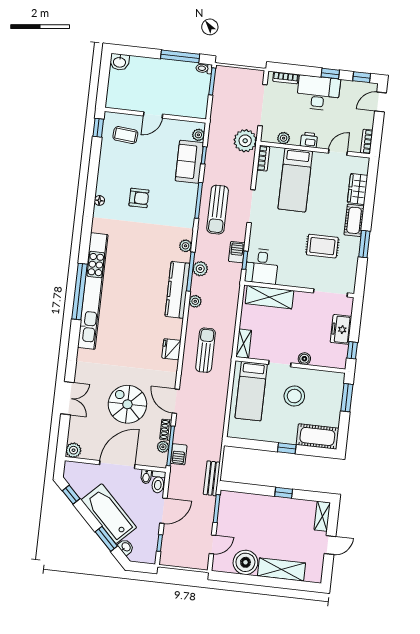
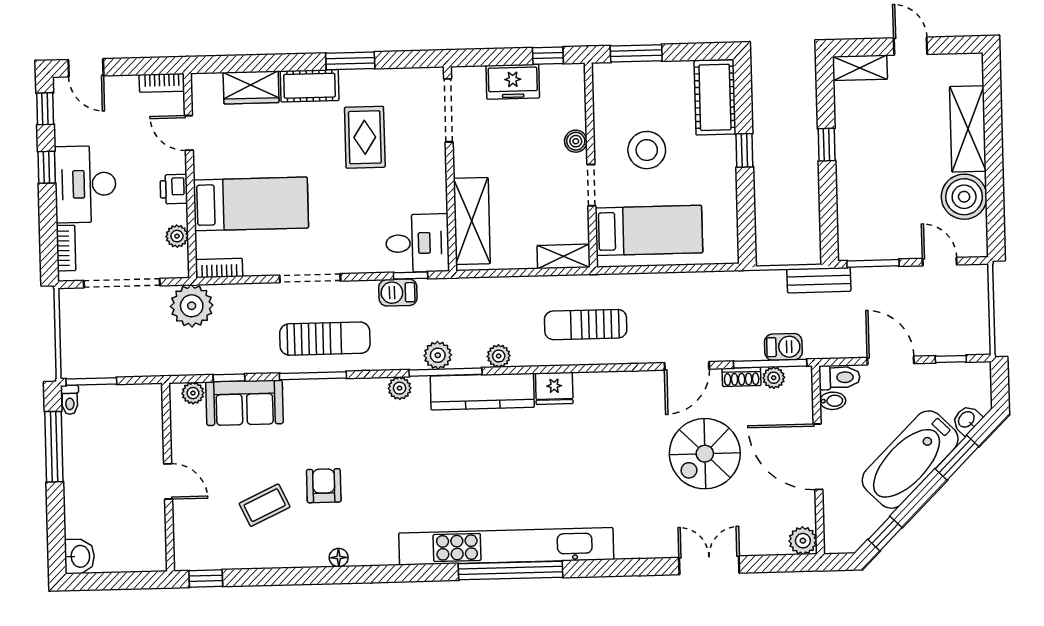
coffee table: (125, 135) -> (265, 505), moved, turned 60
fridge: (171, 349) -> (554, 388), moved

